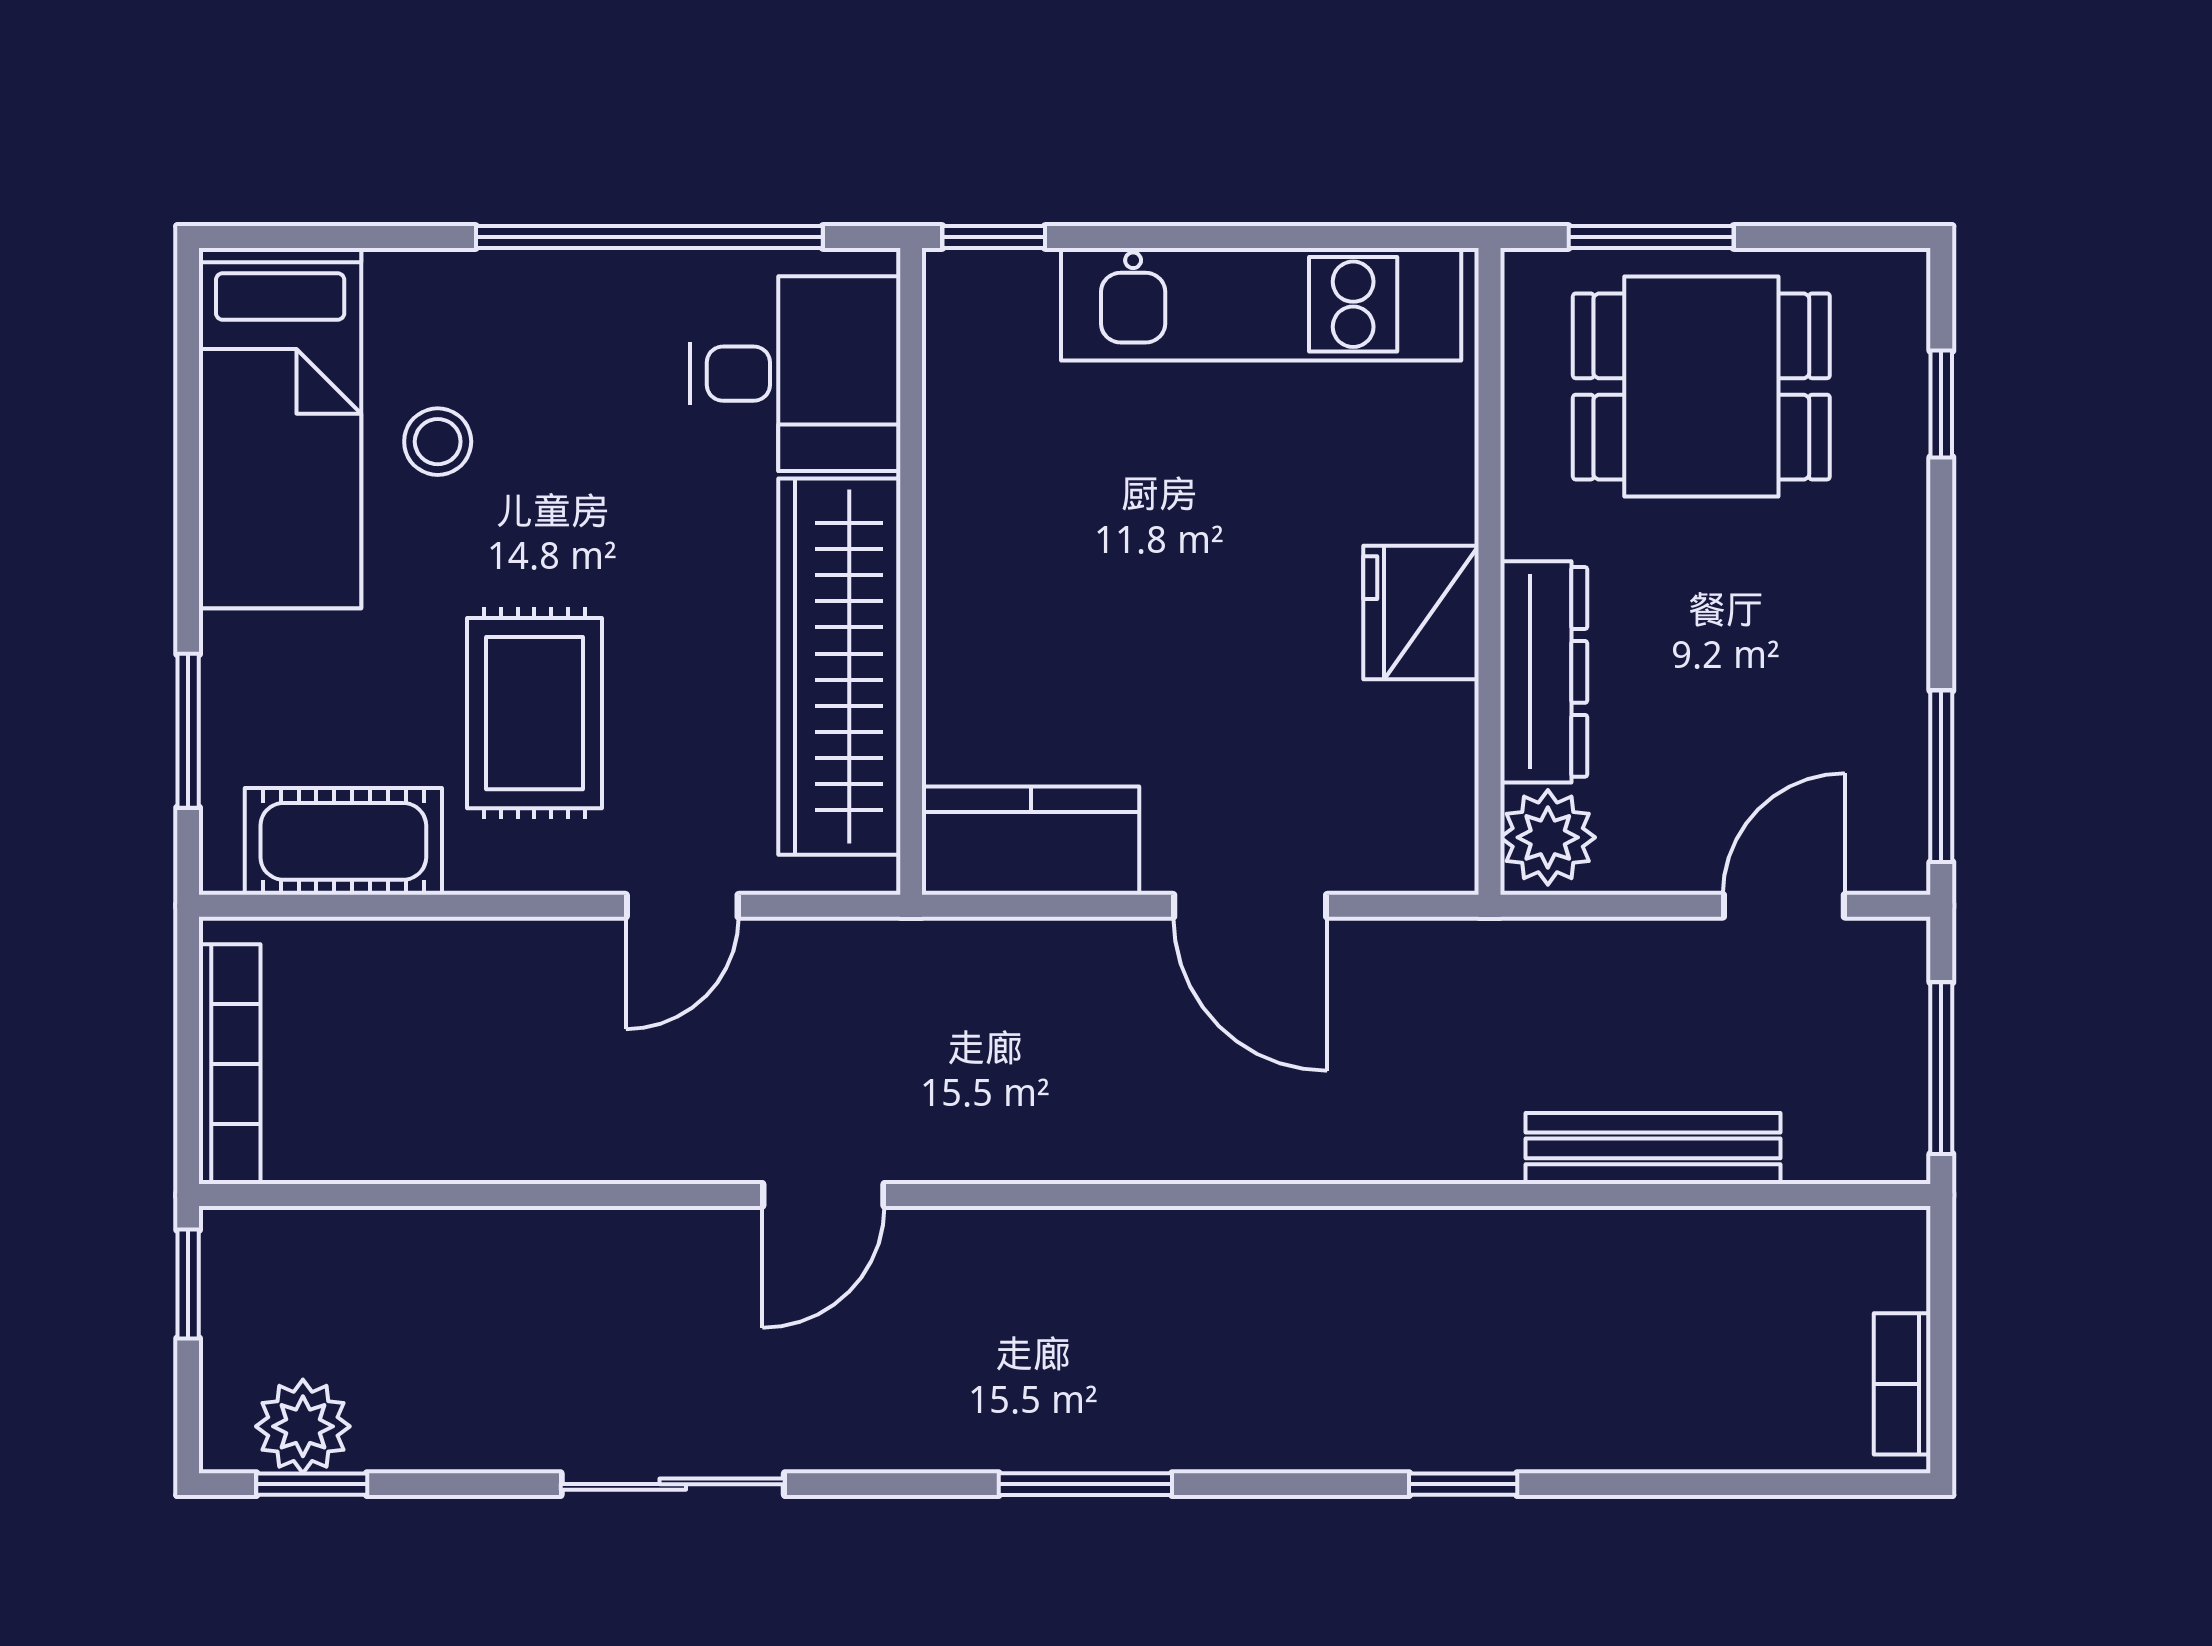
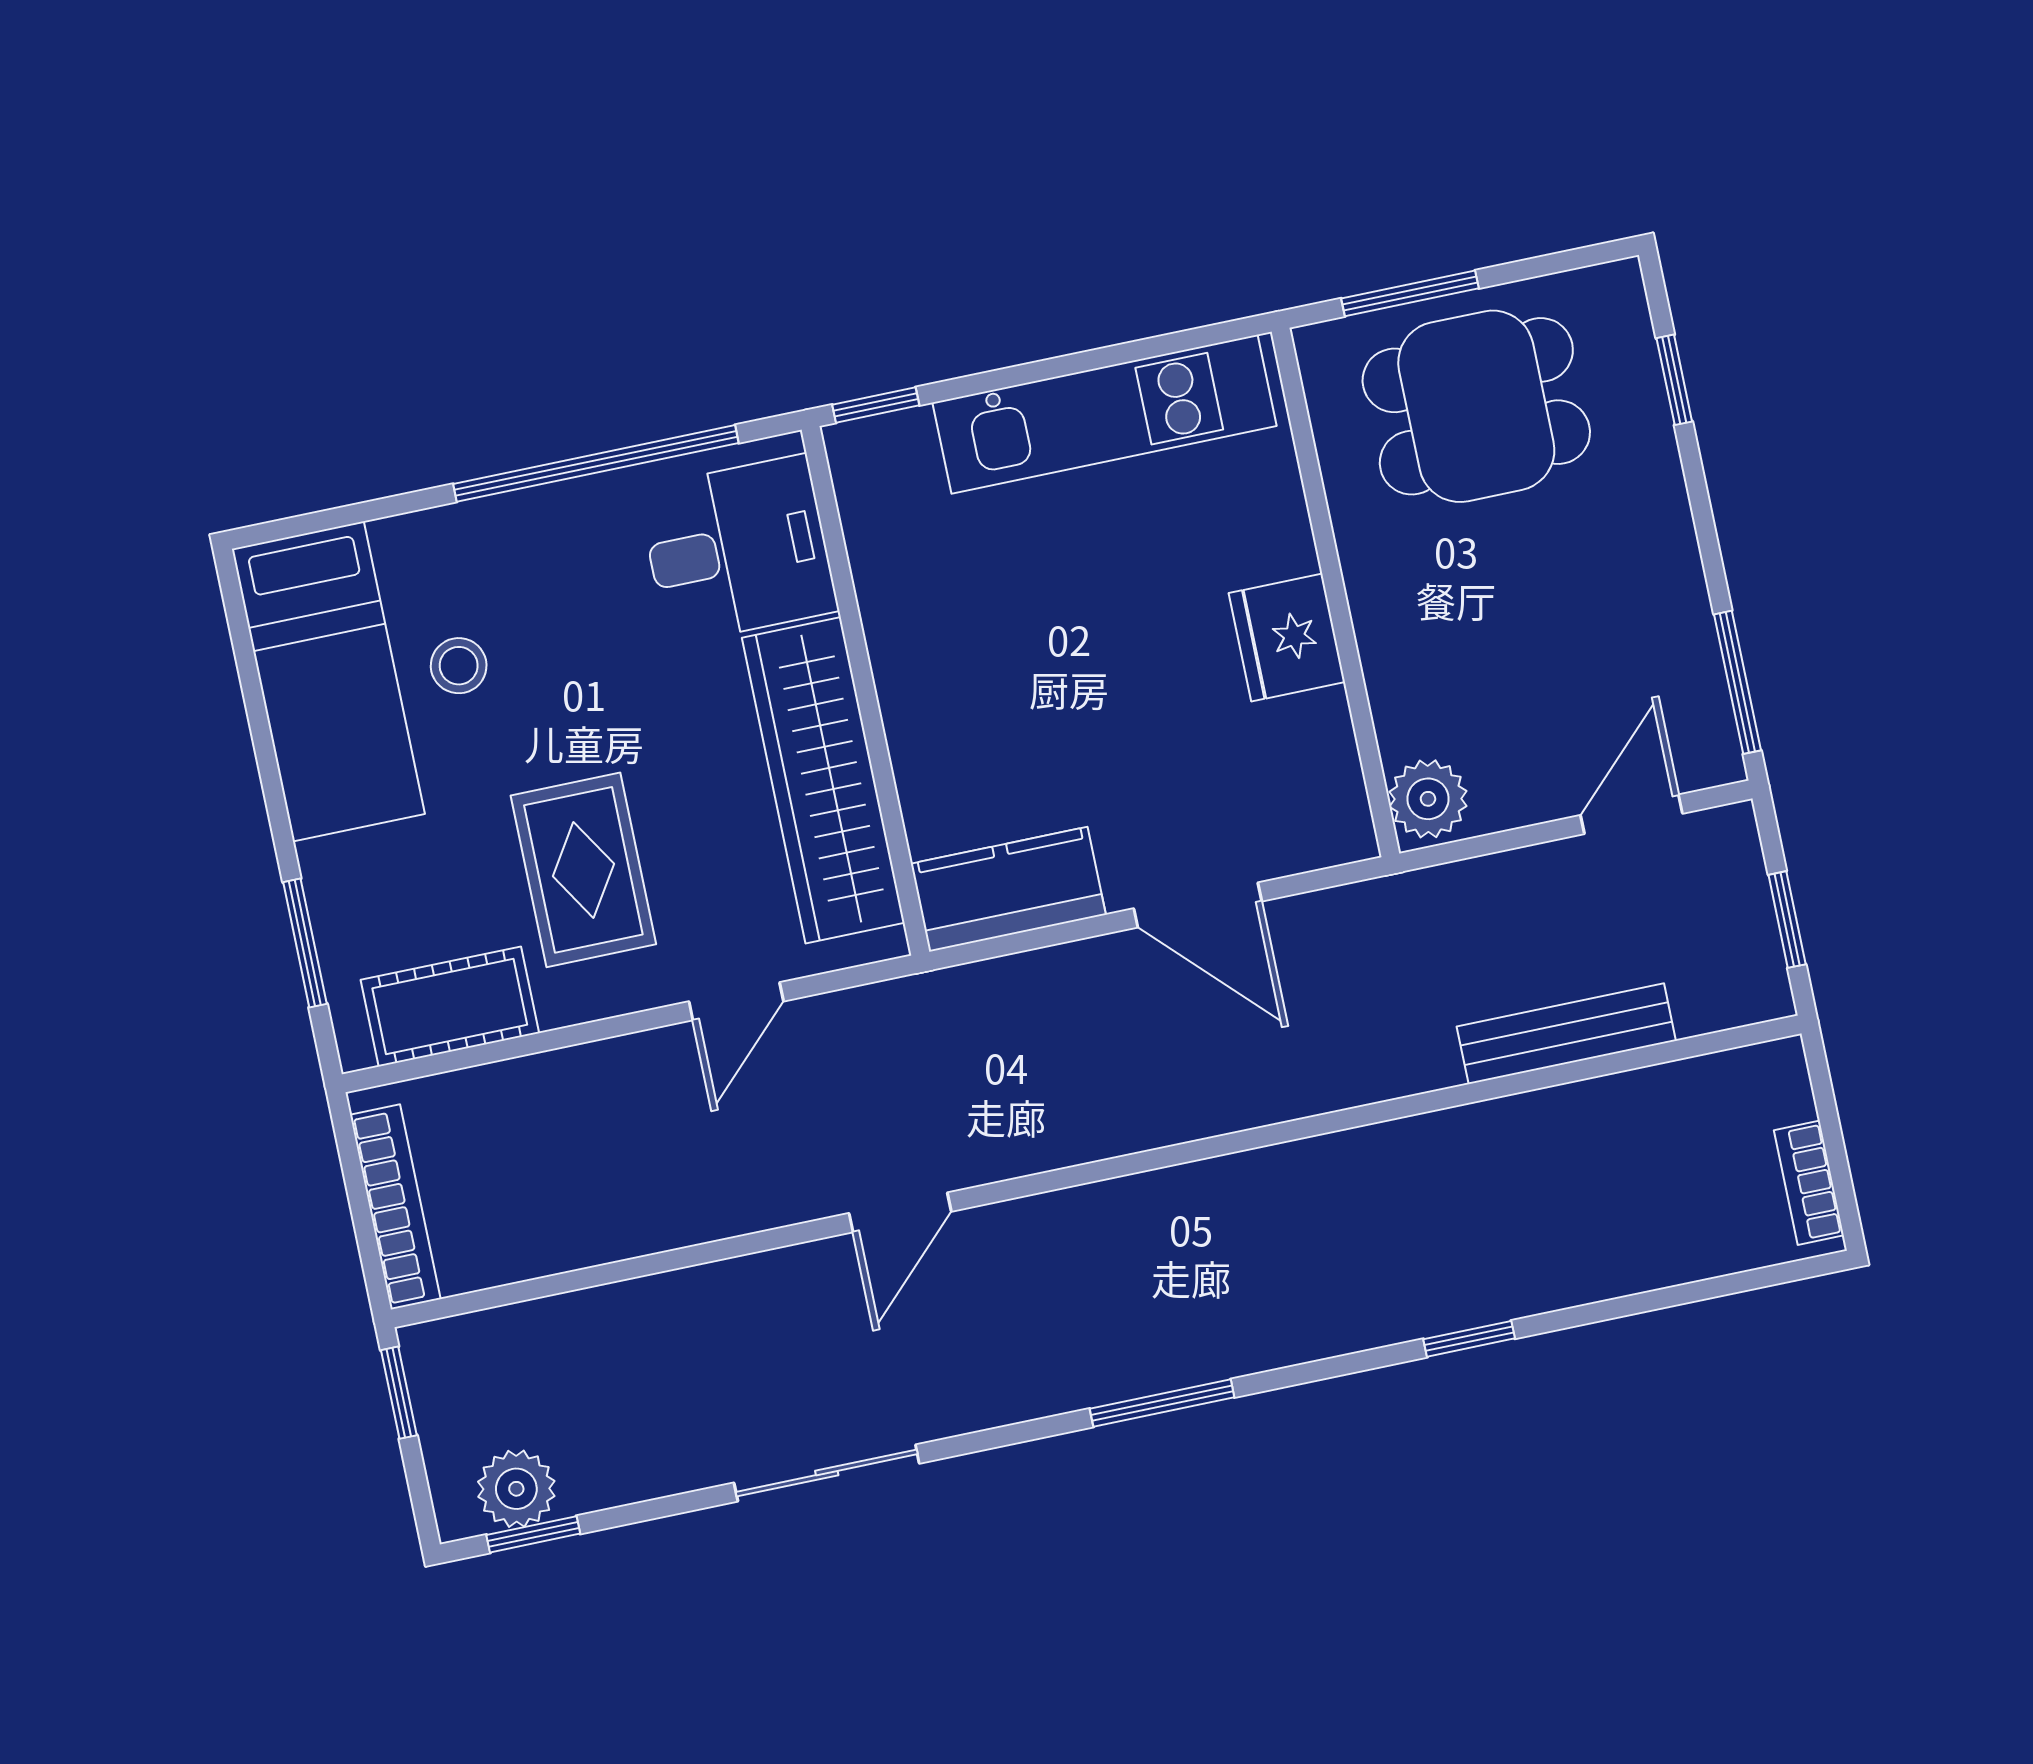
dresser: (1544, 672) -> (1397, 665), removed
window: (1941, 1068) -> (1787, 920), width x0.67

